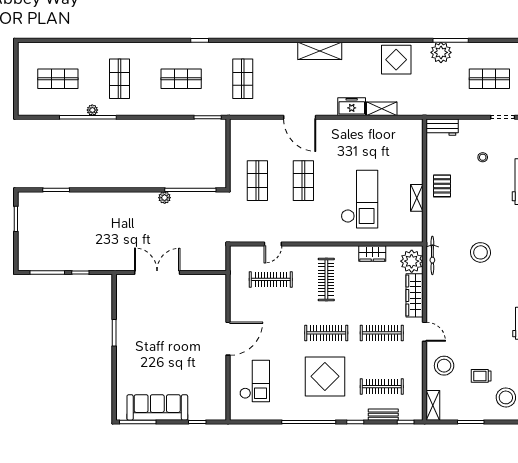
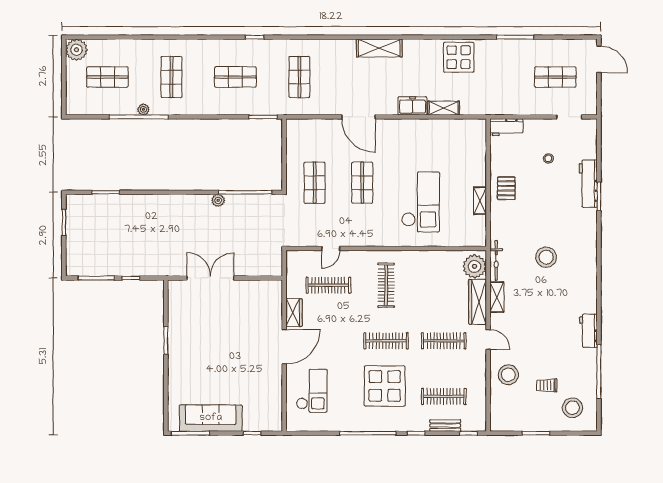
plant: (441, 52) -> (76, 50), moved
wardrobe: (372, 253) -> (294, 312), moved, turned -90
shelving: (433, 405) -> (497, 297), moved

